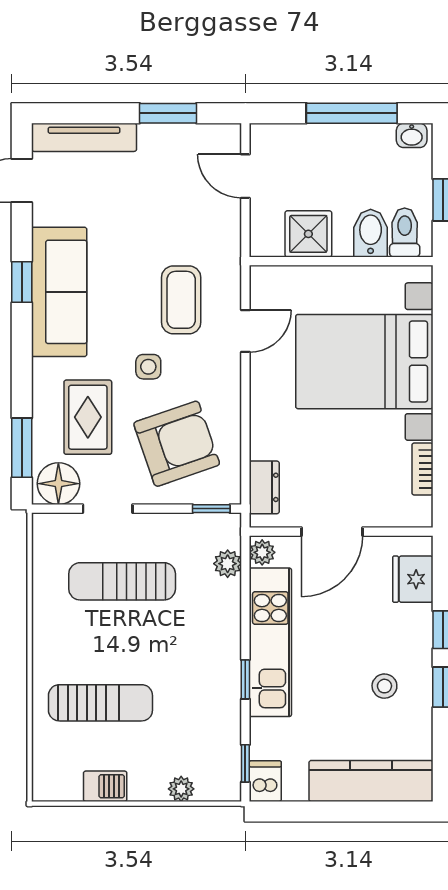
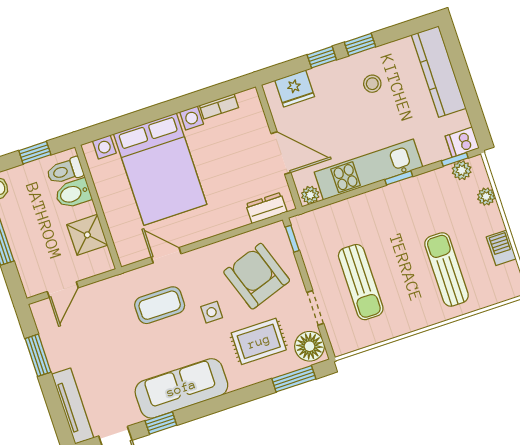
window: (22, 282) -> (161, 423), moved
plant: (228, 564) -> (462, 170), moved

